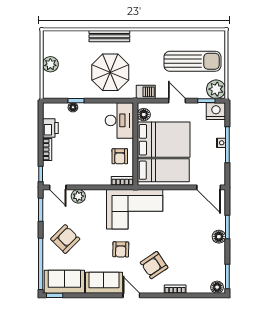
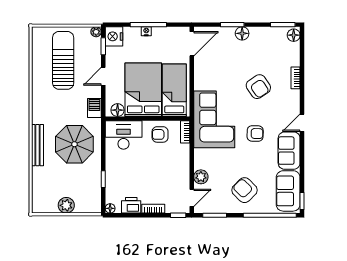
plant: (216, 89) -> (96, 32), width x0.53, depth x0.53
floor lamp: (73, 107) -> (110, 208), moved
armchair: (120, 156) -> (160, 134), turned 180
armchair: (154, 265) -> (258, 87), moved

